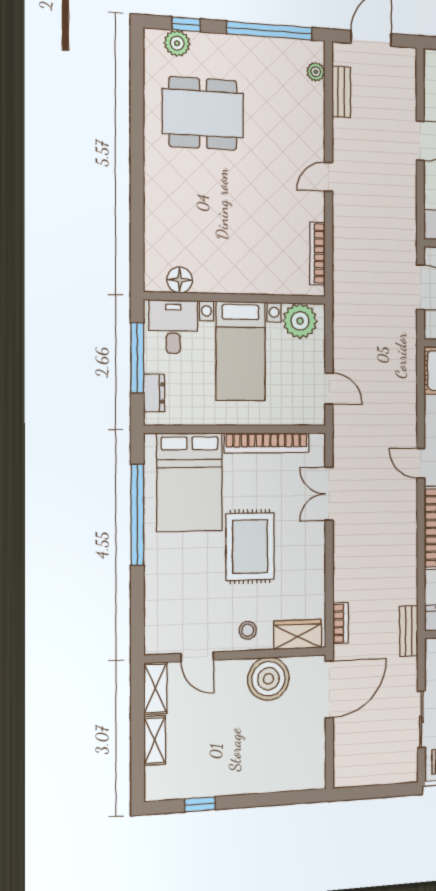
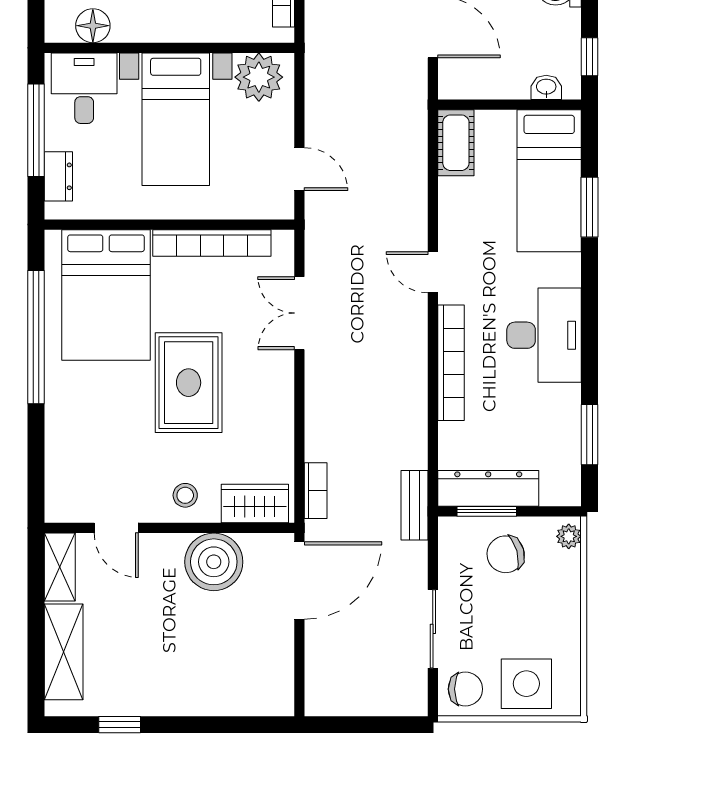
shelving: (155, 740) -> (64, 652), width x1.50, depth x1.33

